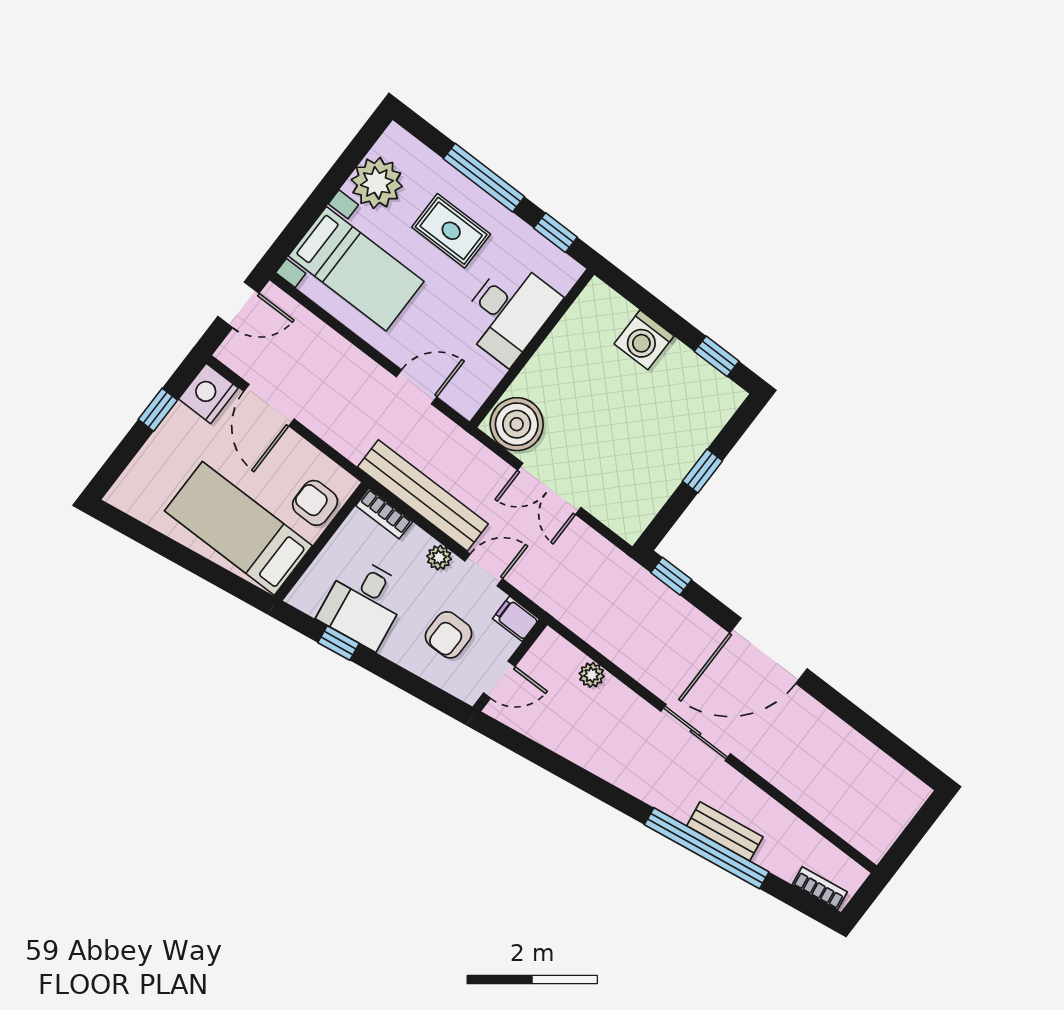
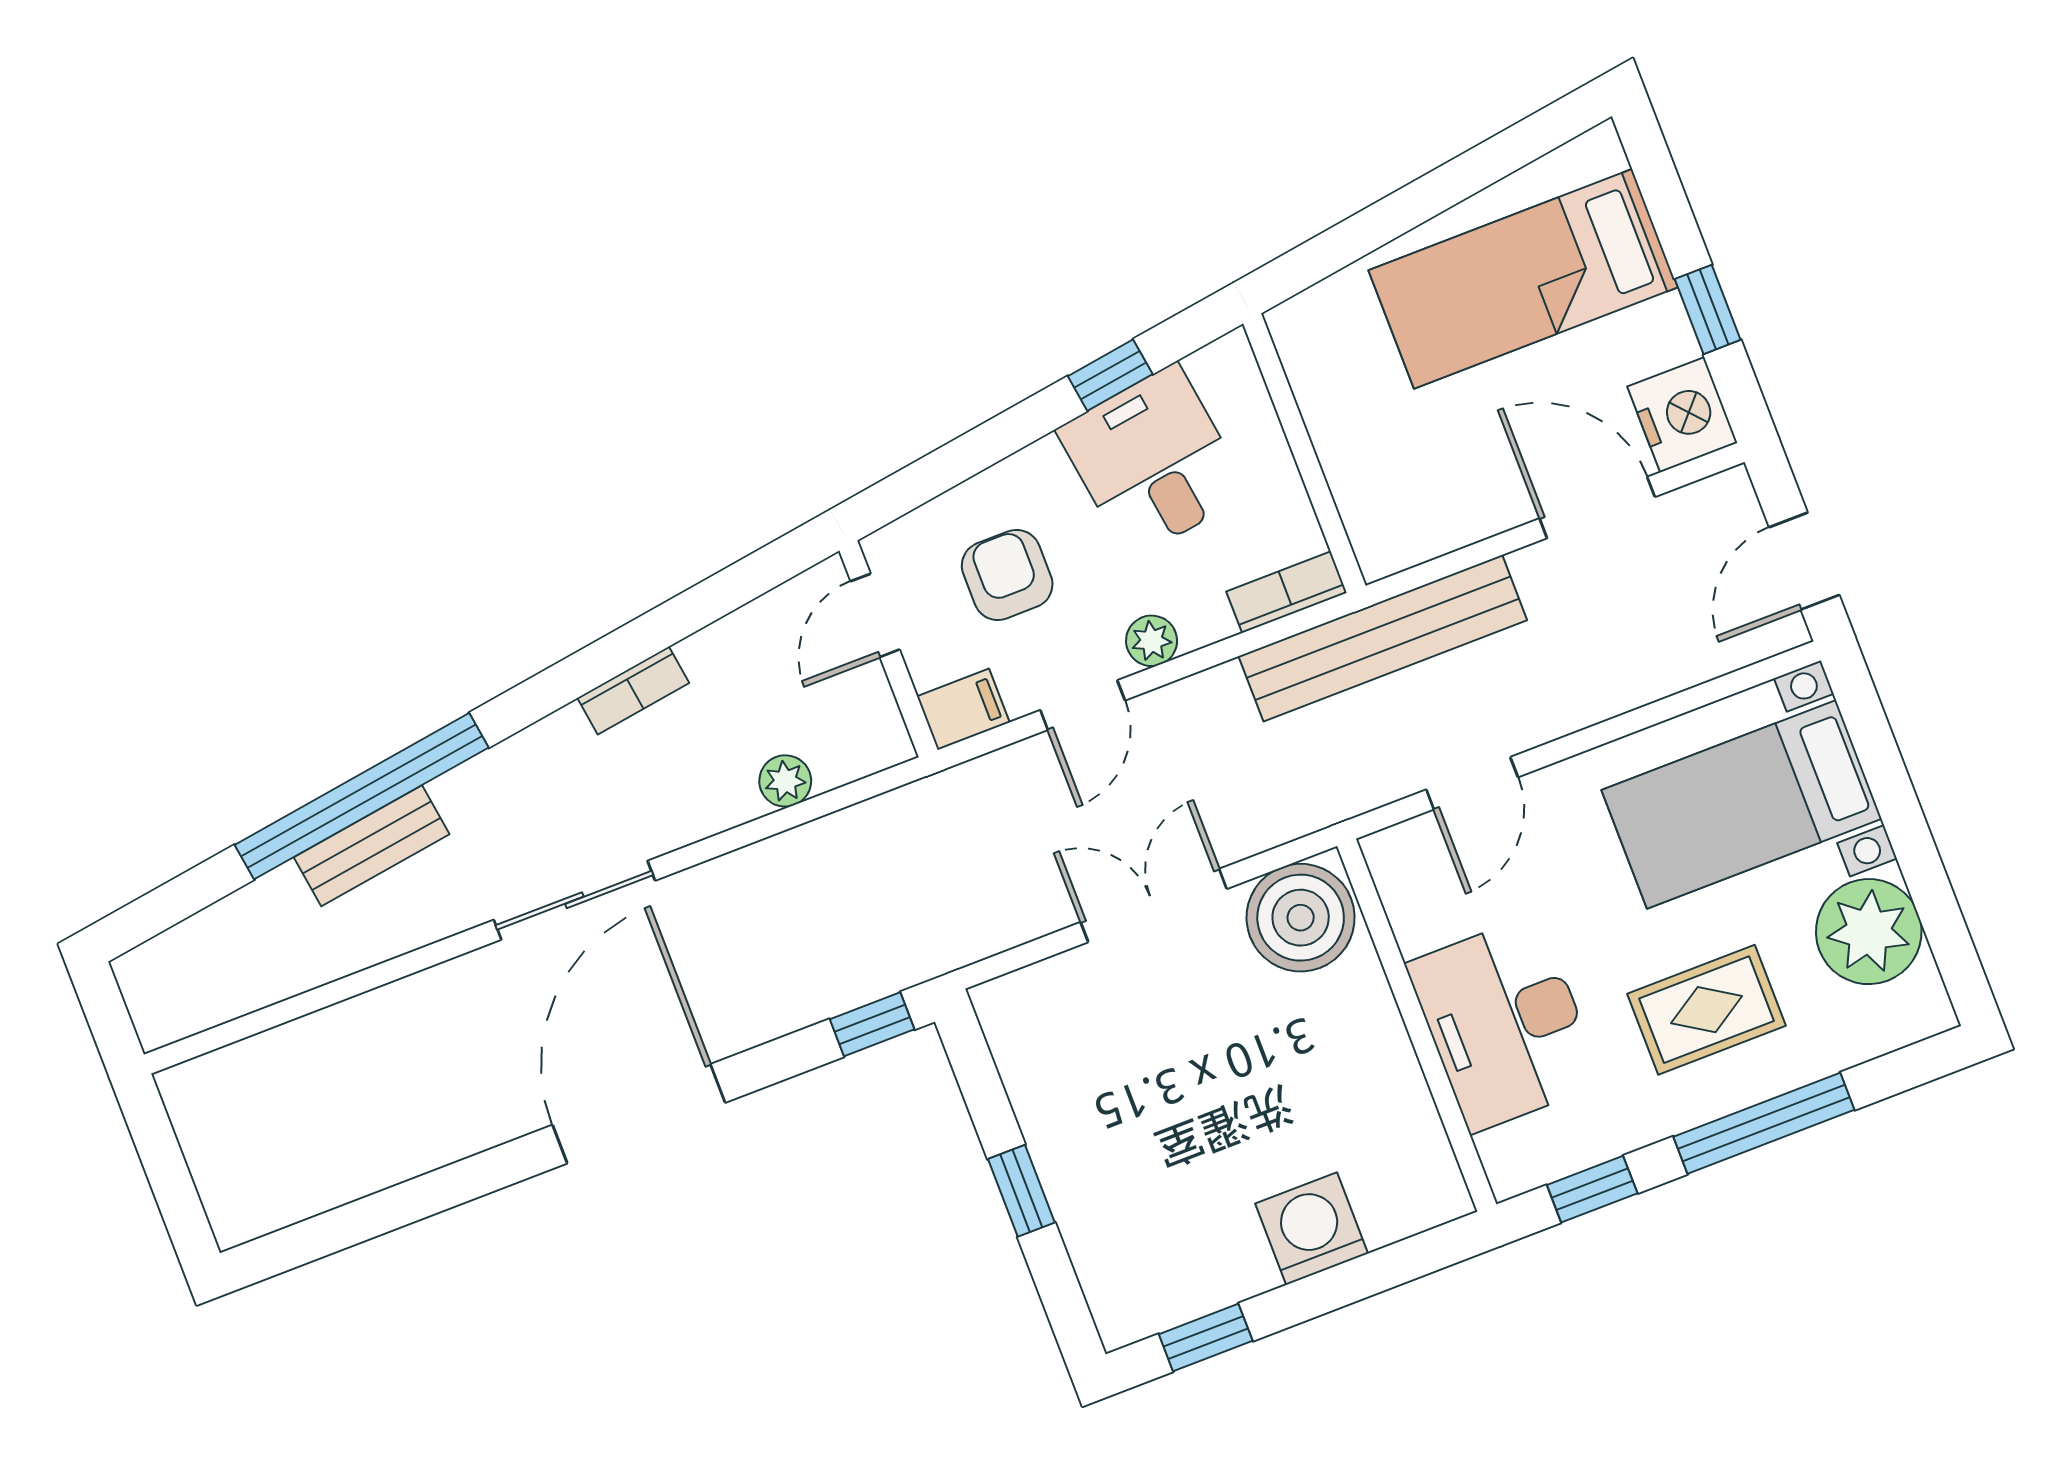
bench: (423, 495) -> (1383, 638), moved
armchair: (315, 503) -> (1379, 483), removed
bed: (238, 528) -> (1523, 279), moved, turned 180
bookcase: (820, 888) -> (633, 690), moved

